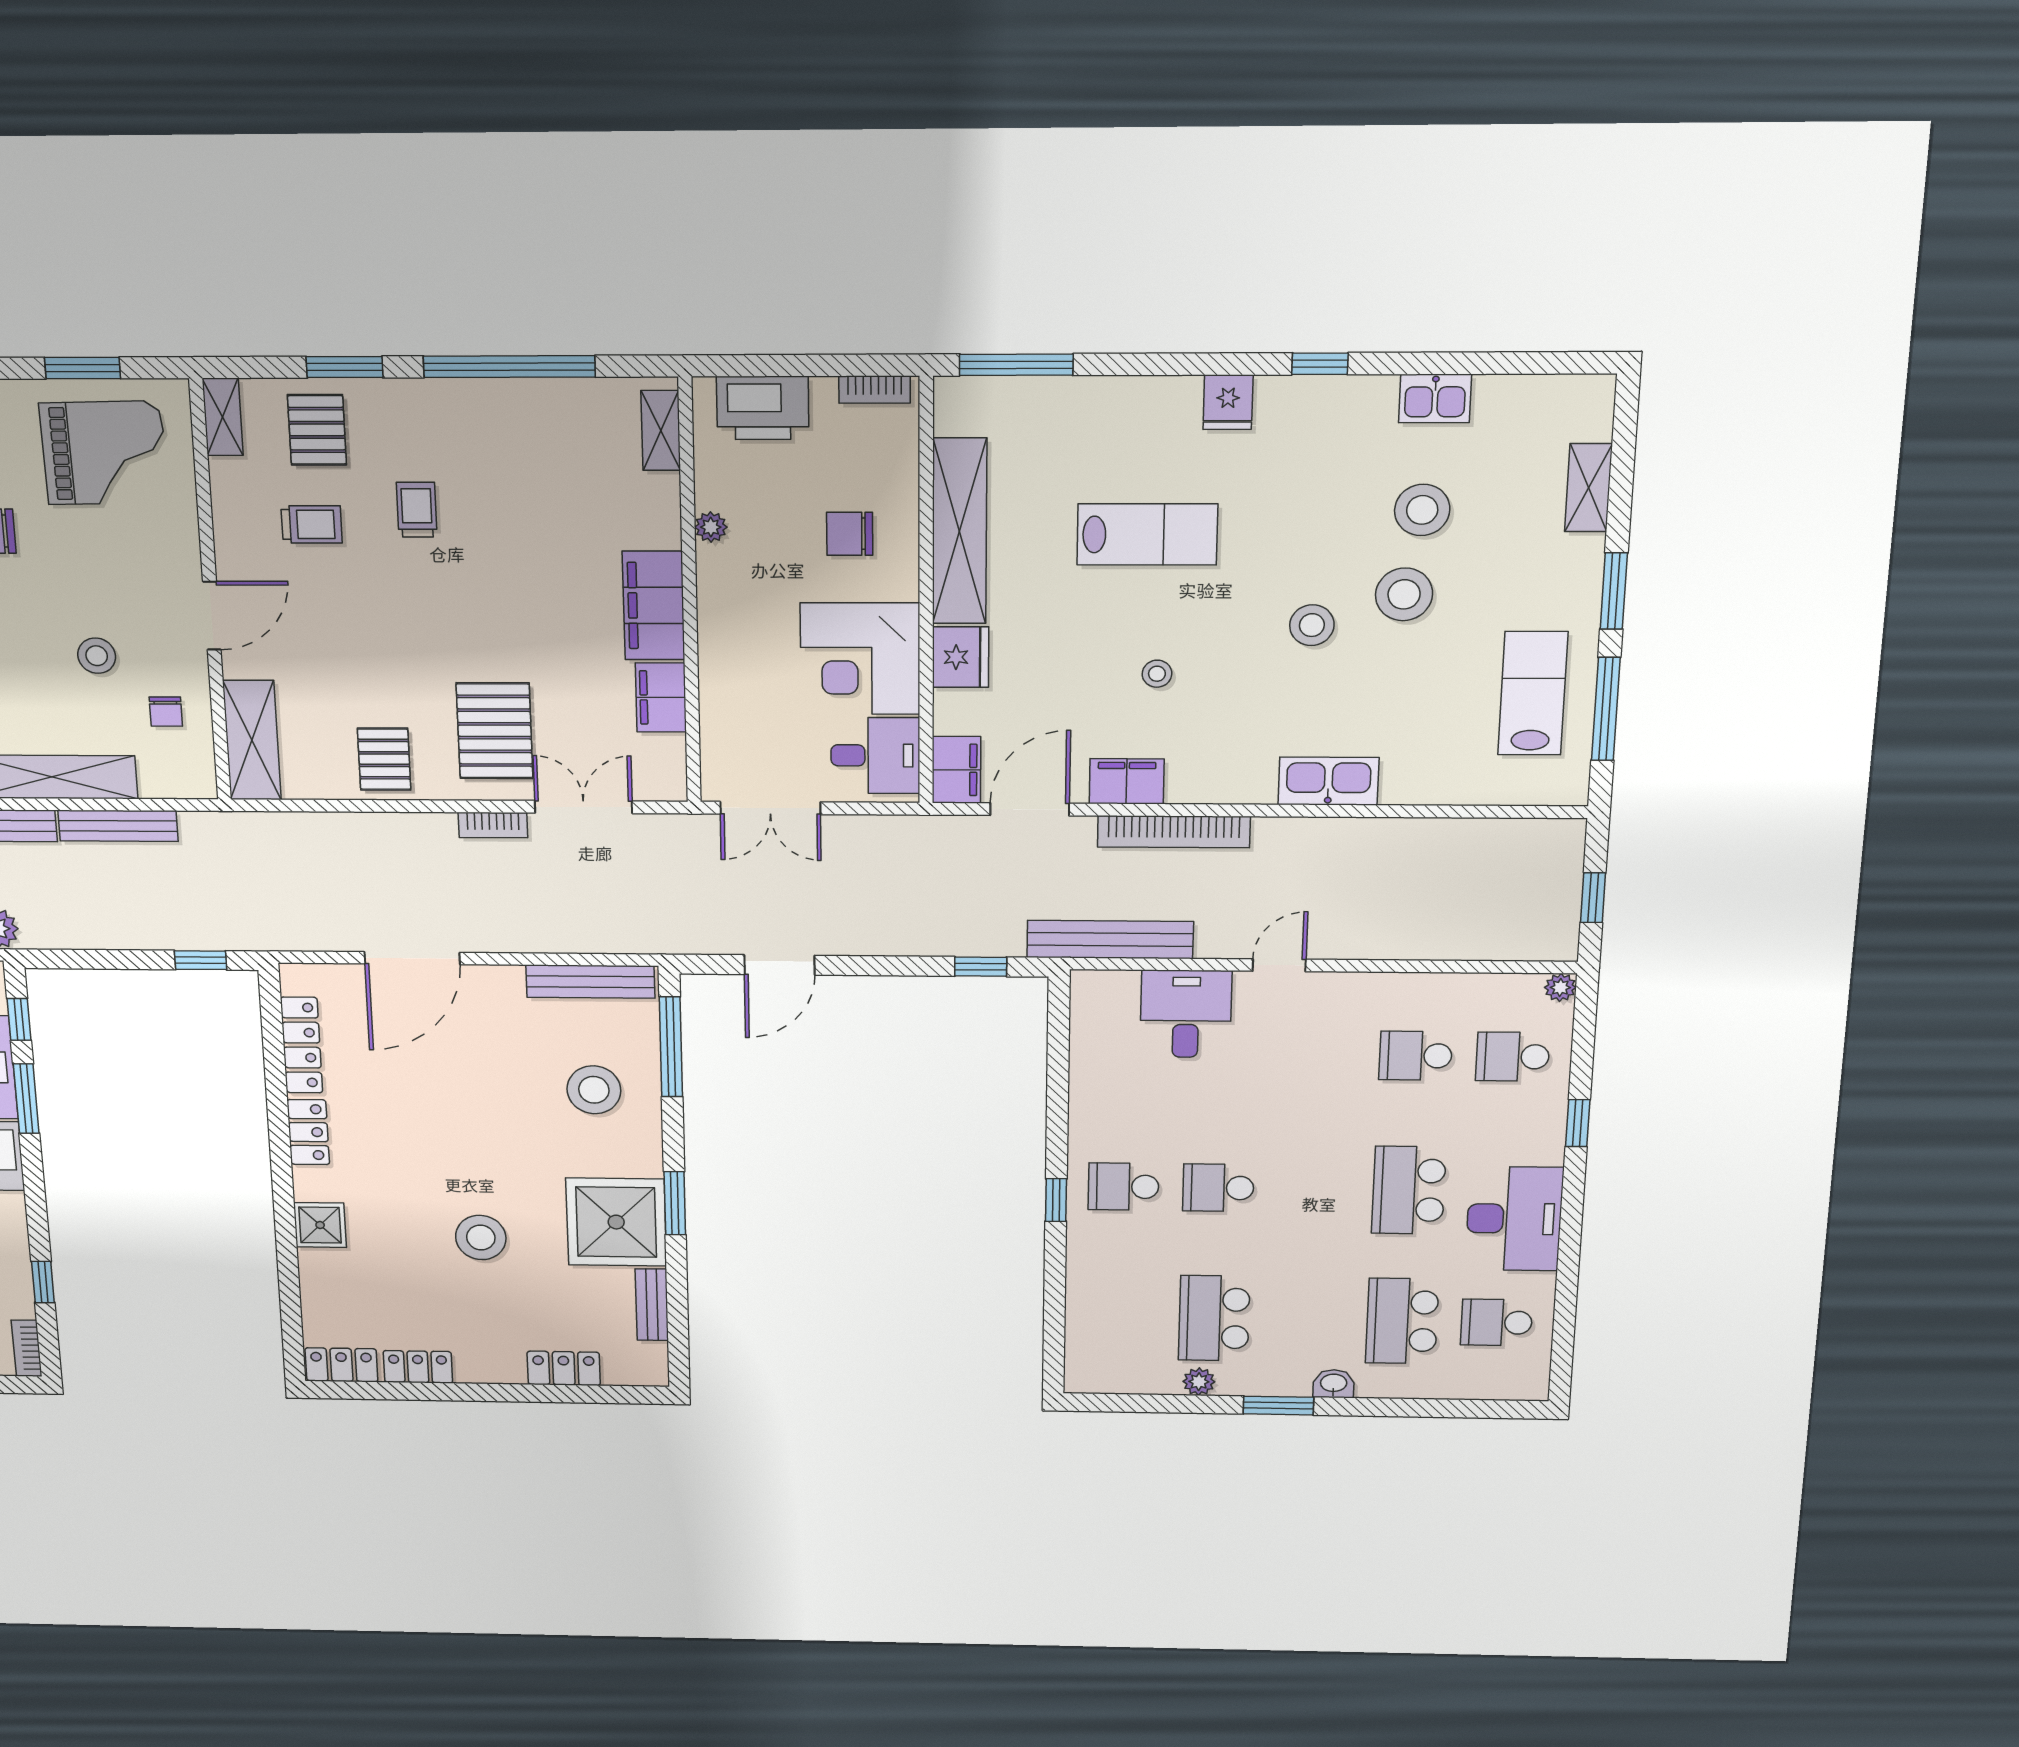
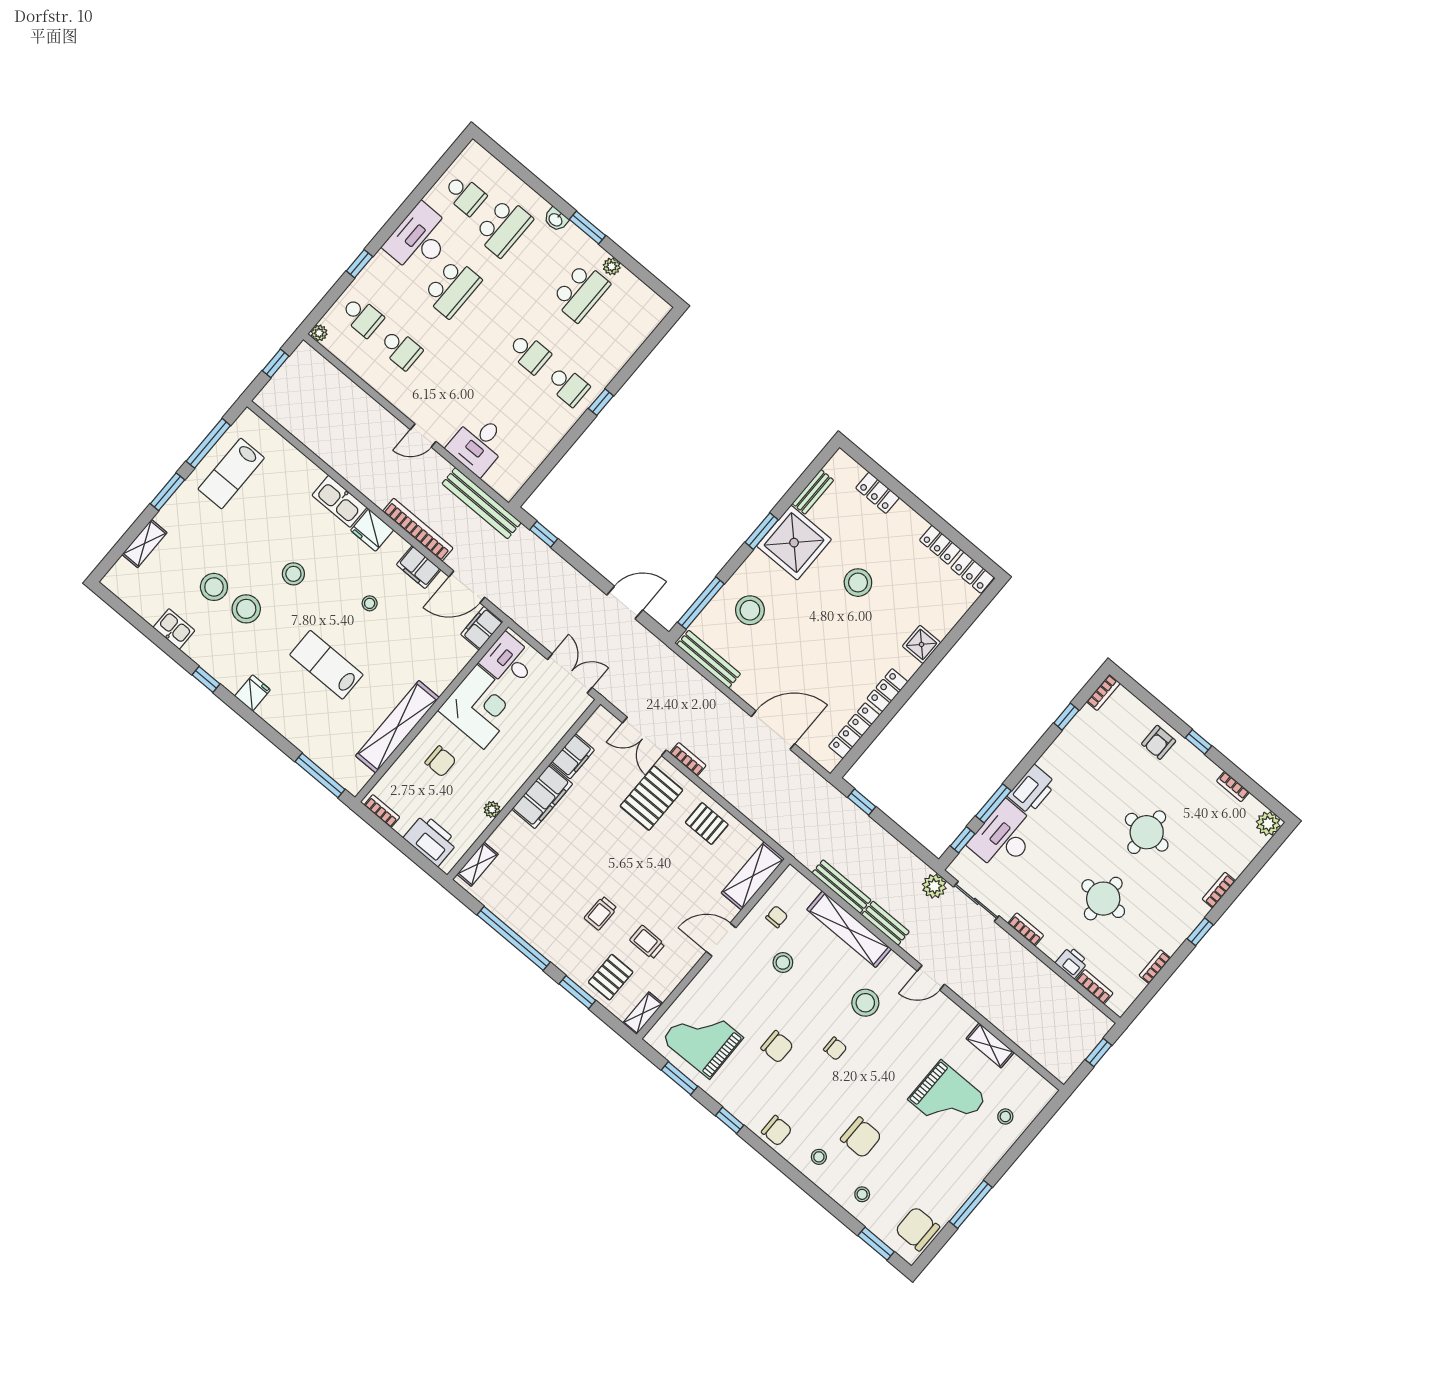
stool: (1404, 594) -> (246, 609), moved
fridge: (960, 657) -> (372, 530), moved, turned -90
pallet: (384, 759) -> (707, 824), turned 90

